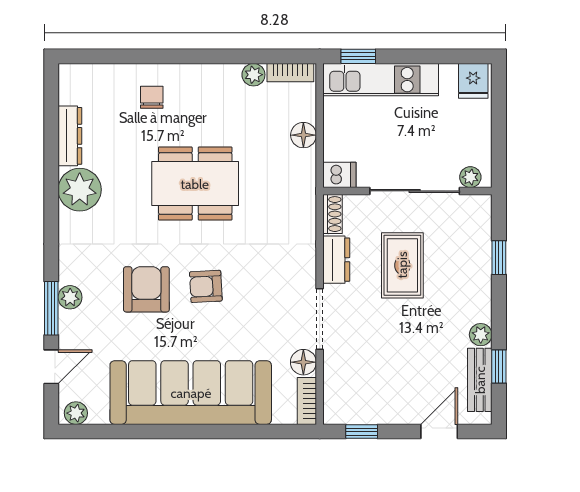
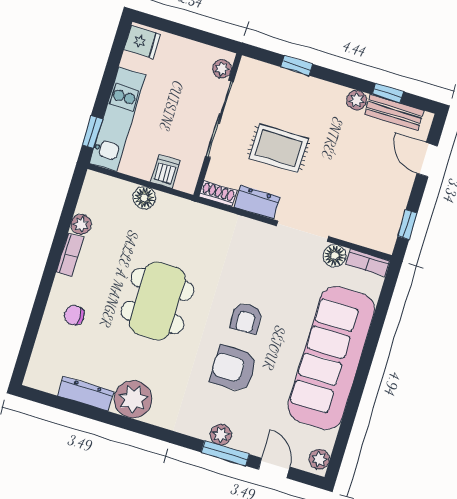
bookcase: (290, 73) -> (70, 255), moved
dishwasher: (339, 175) -> (165, 171), moved

